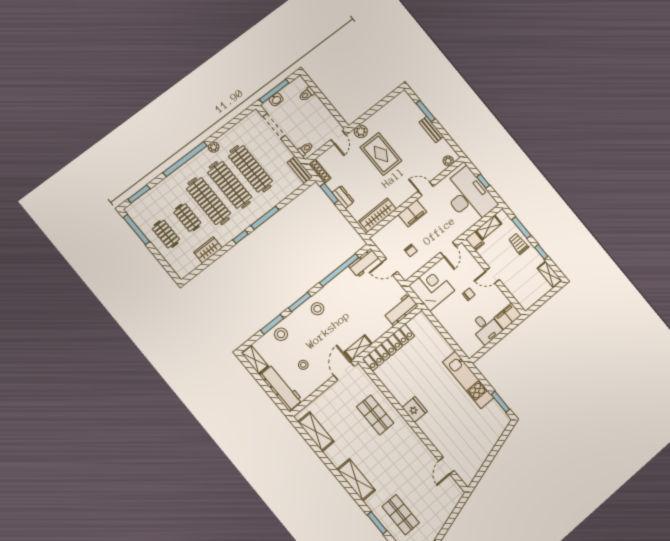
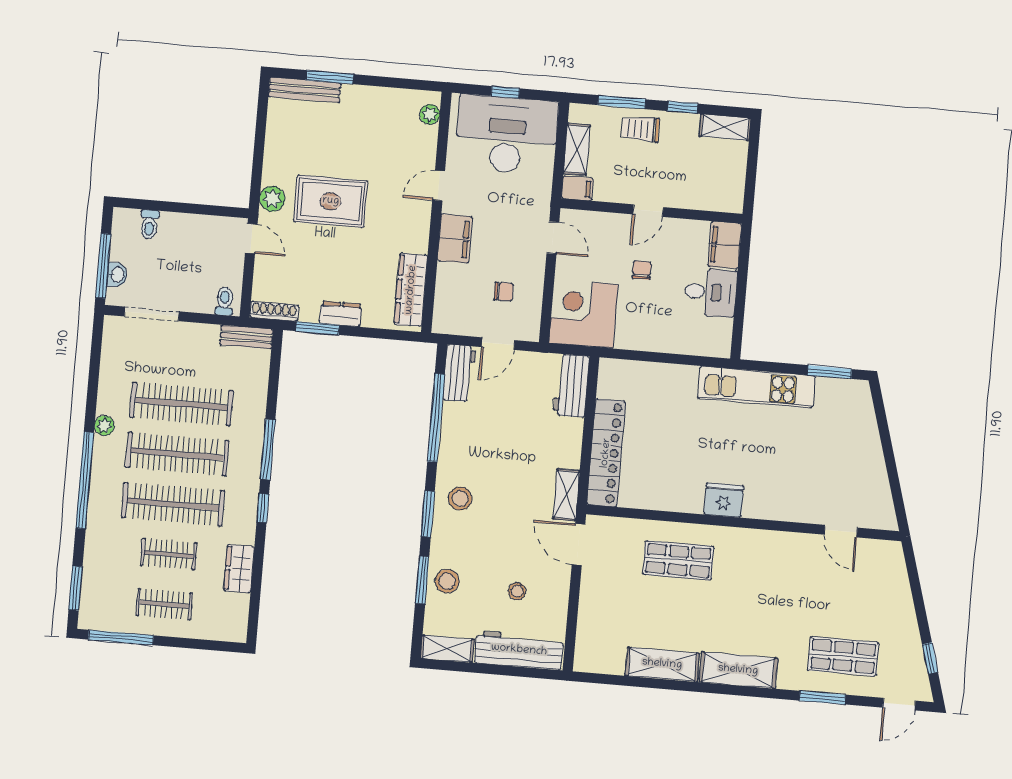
bench: (431, 129) -> (305, 90), moved, width x1.36
shelving: (316, 432) -> (662, 664), moved

